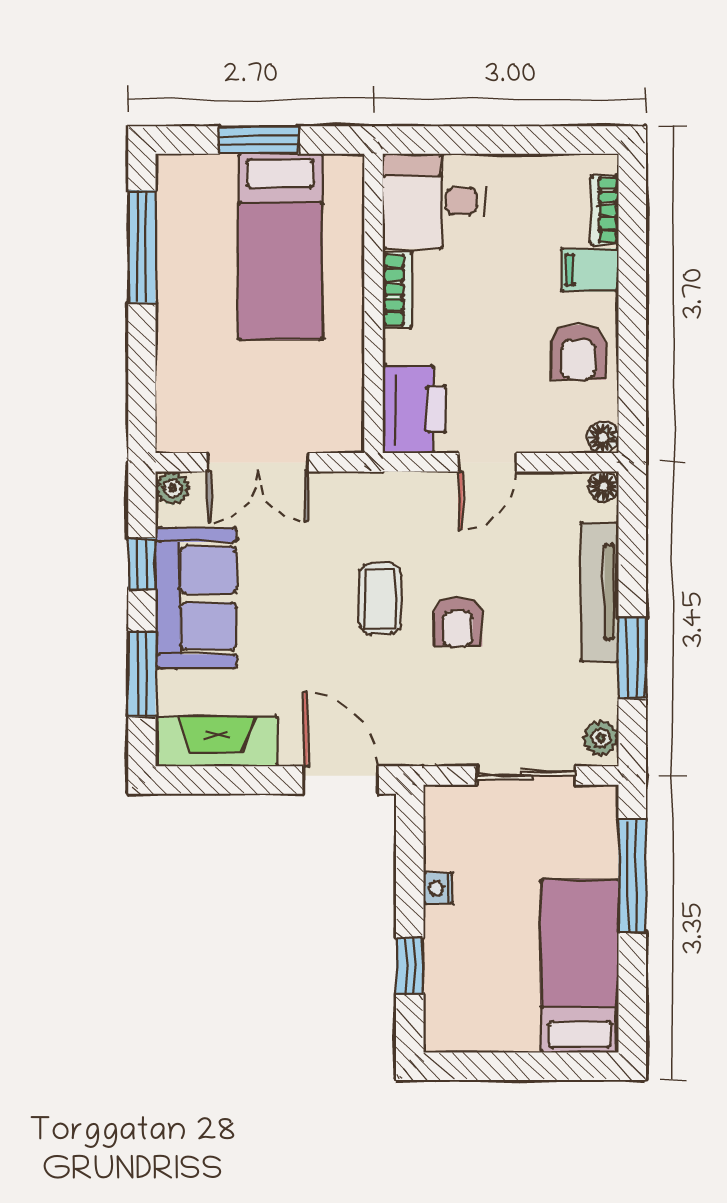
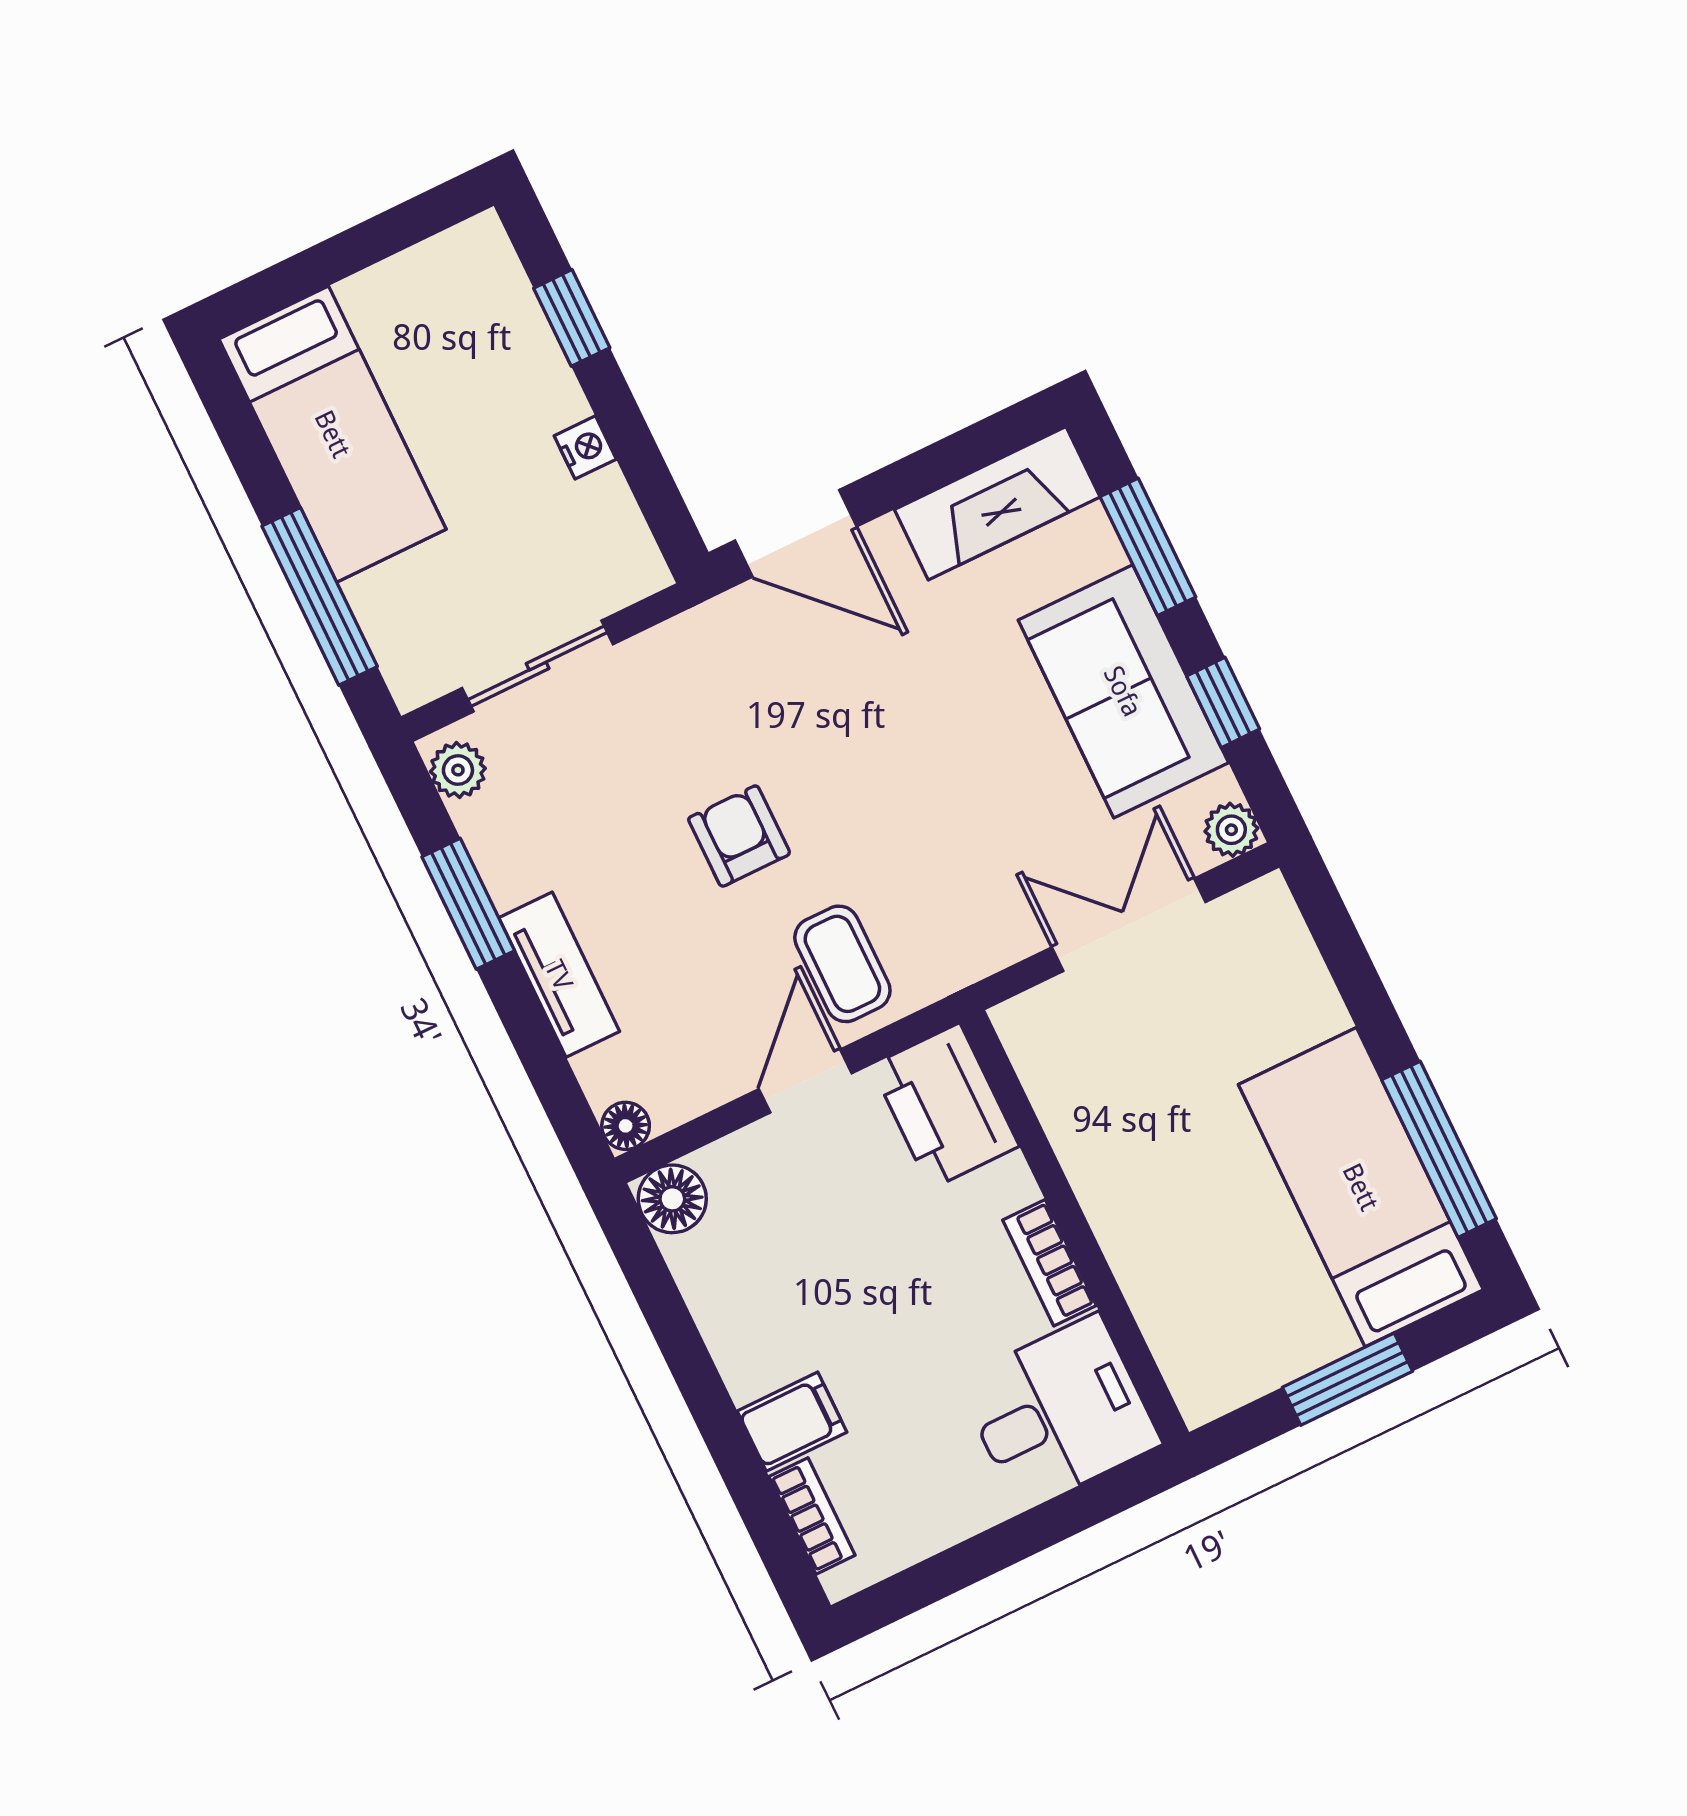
bed: (280, 247) -> (1361, 1187), moved
armchair: (578, 352) -> (753, 1298), removed
floor lamp: (603, 437) -> (672, 1199), width x1.37, depth x1.37
tv unit: (600, 592) -> (559, 975), width x0.71
coffee table: (380, 599) -> (842, 964), moved

